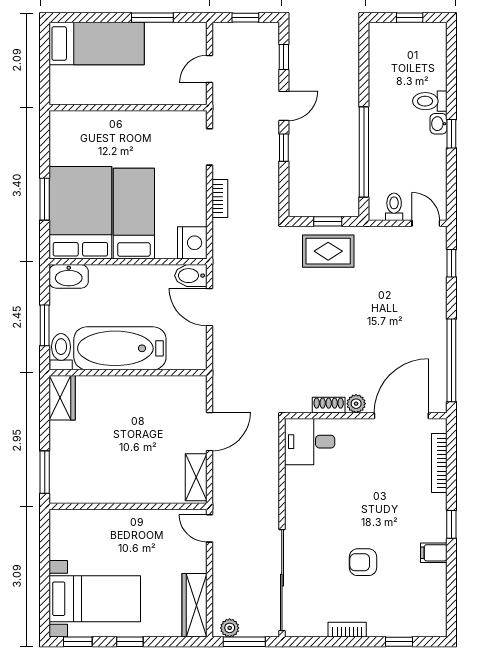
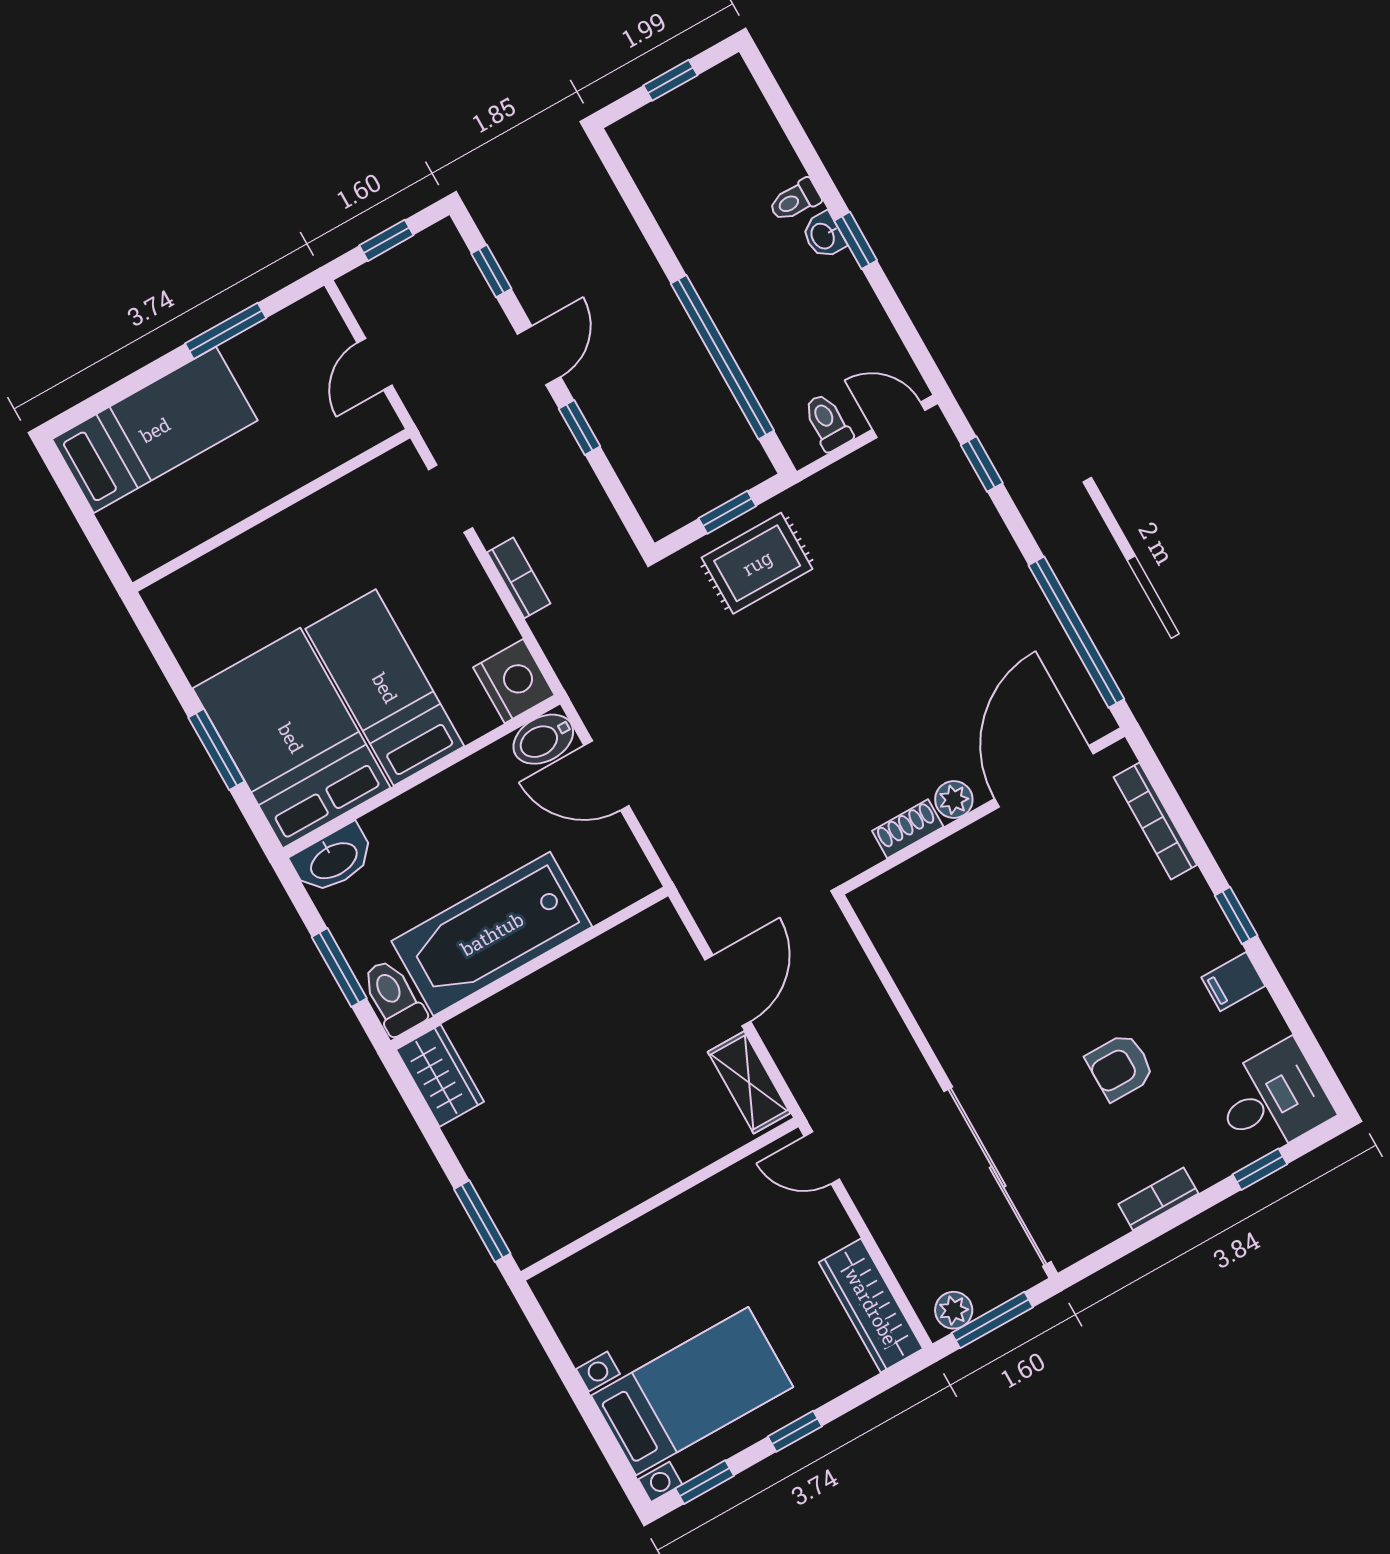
toilet: (430, 101) -> (795, 200), width x0.73, depth x0.72
desk: (310, 442) -> (1272, 1099), moved, turned 180

